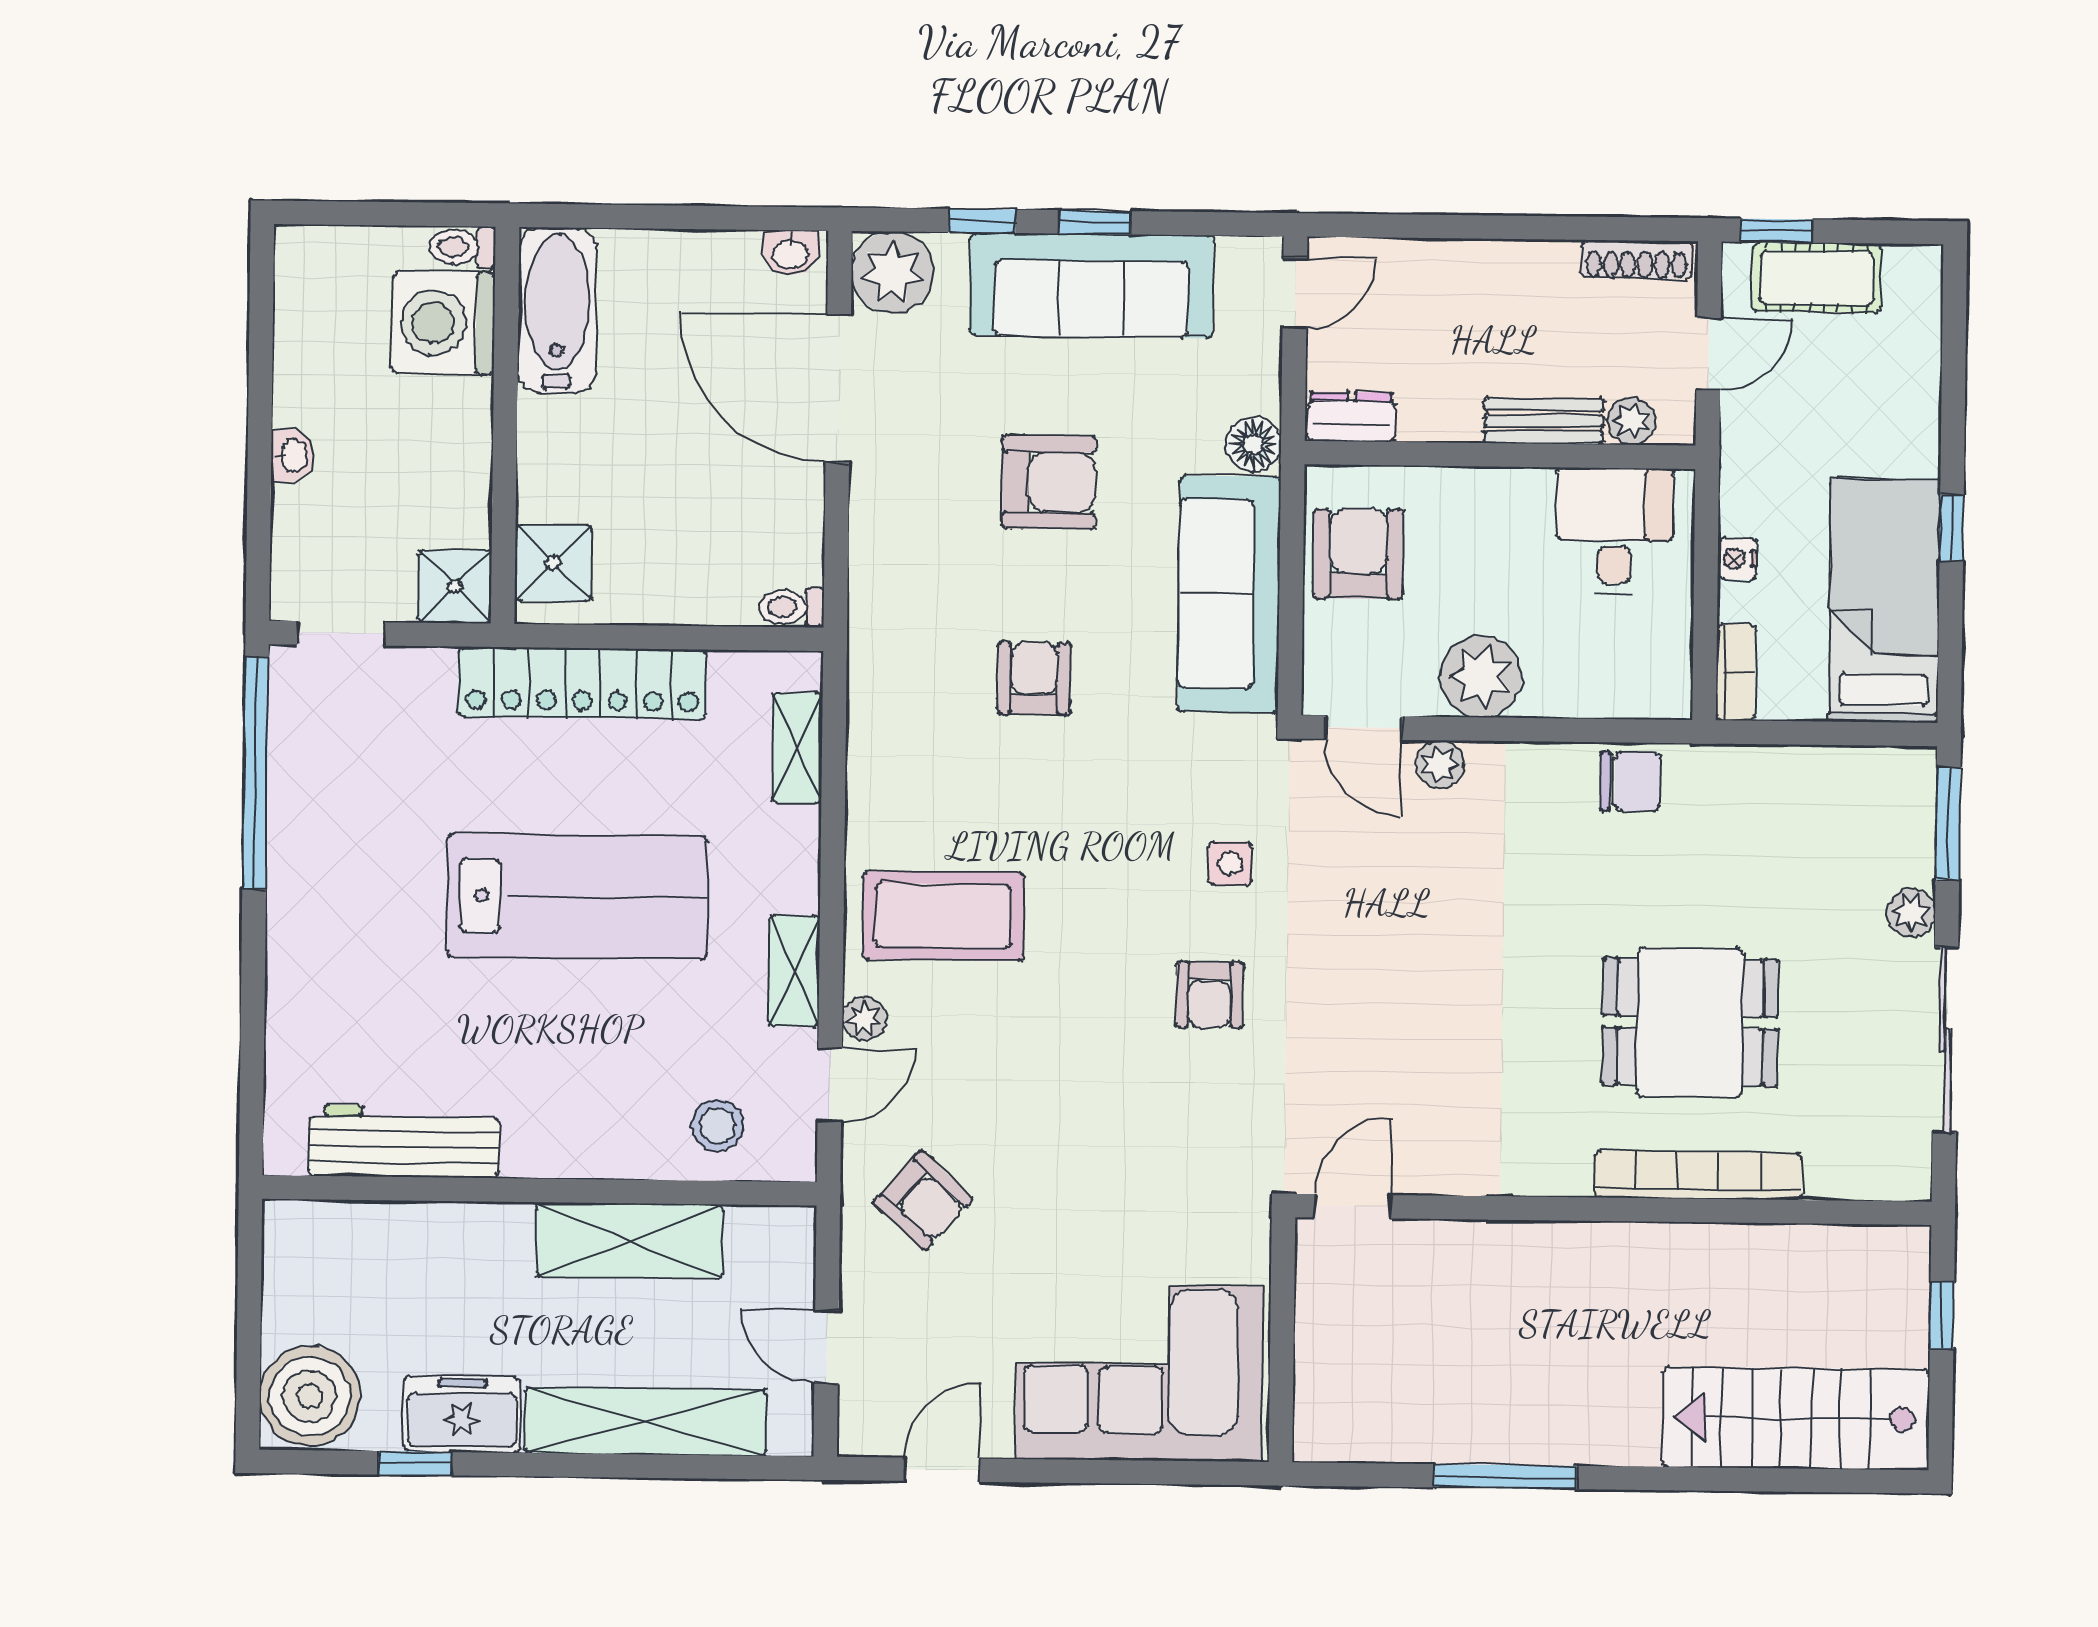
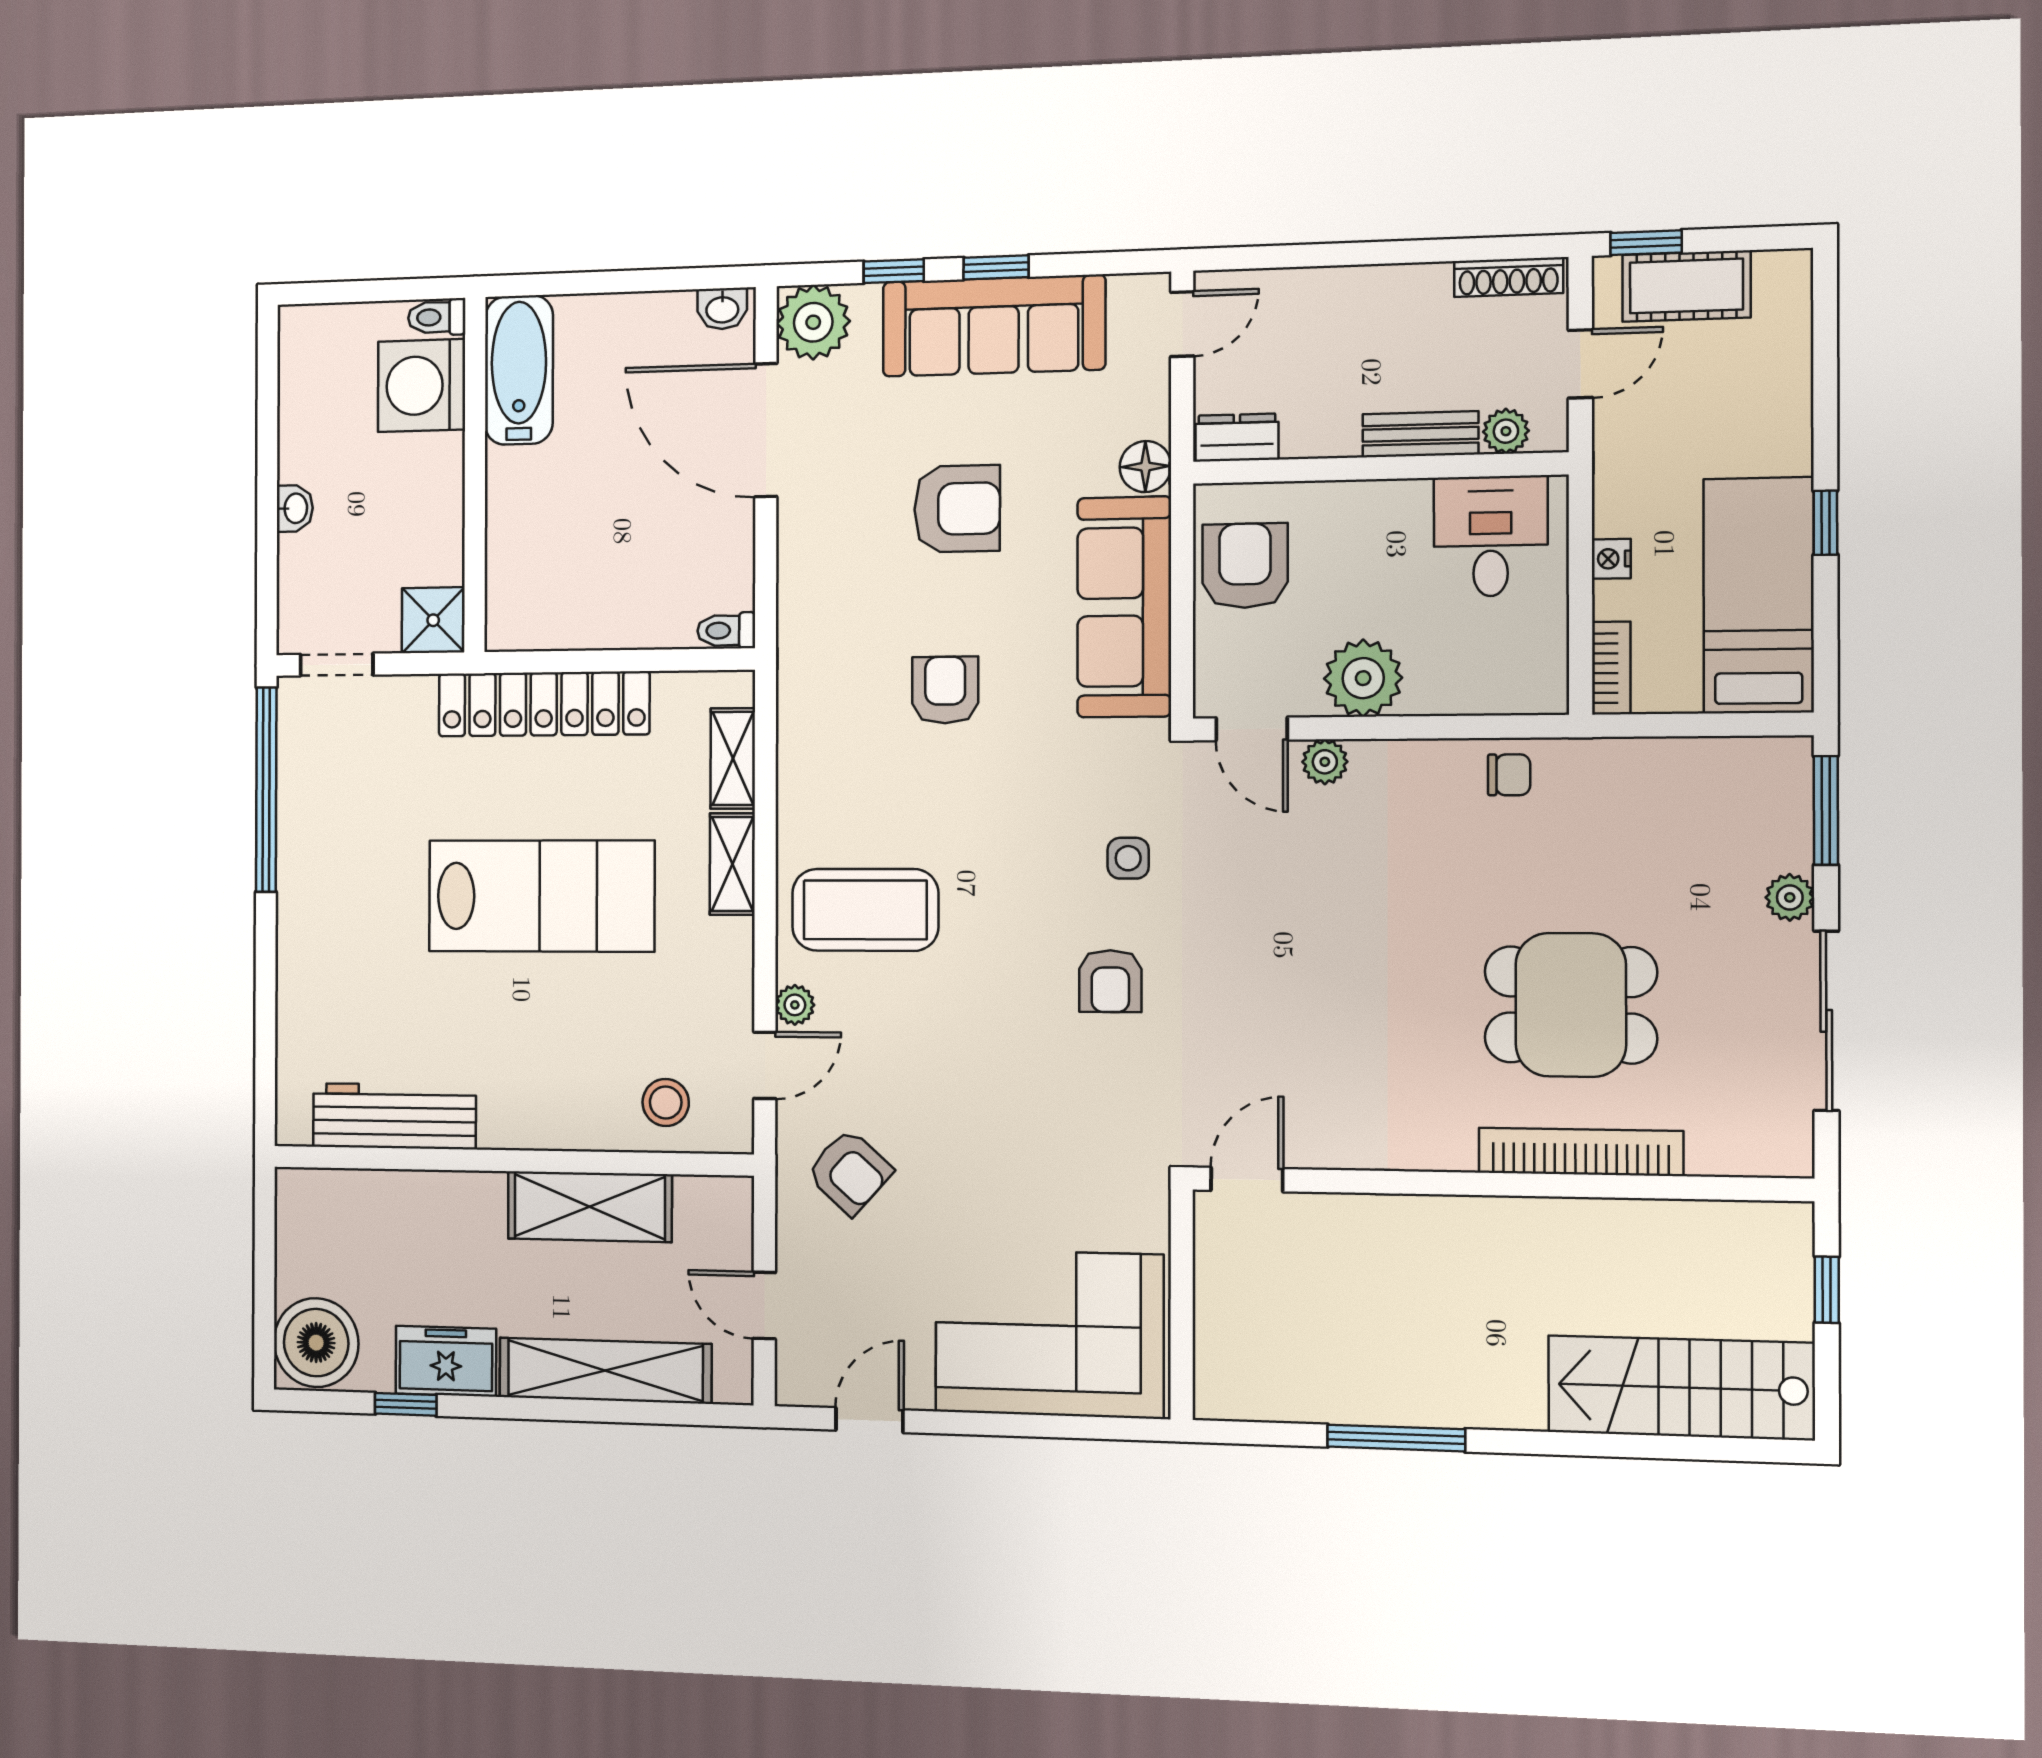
shower: (553, 563) -> (518, 597), removed
chair: (1630, 781) -> (1509, 775), width x0.73, depth x0.73
shelving: (794, 971) -> (732, 864), moved

